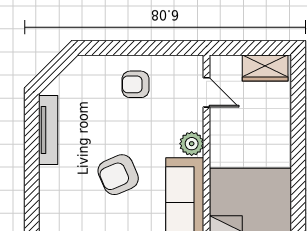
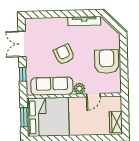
armchair: (136, 84) -> (107, 62), width x1.88, depth x1.88
door: (206, 92) -> (93, 95), moved

